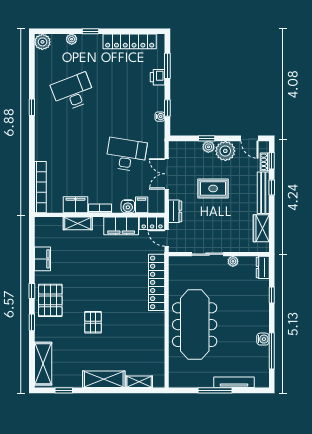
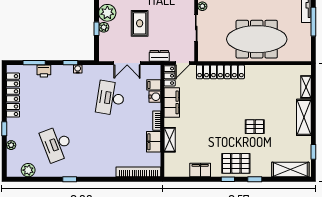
plant: (42, 42) -> (28, 170), moved

